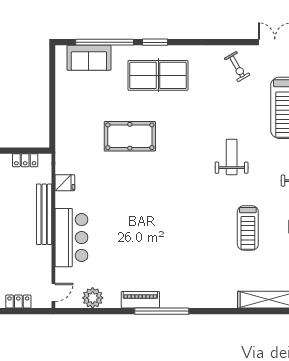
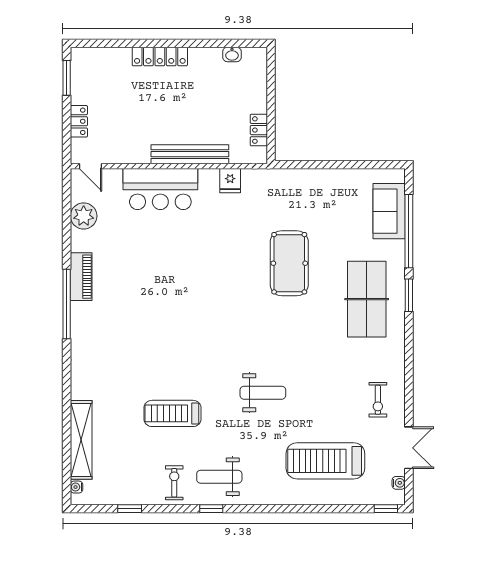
exercise bike: (237, 67) -> (378, 400), turned -60

